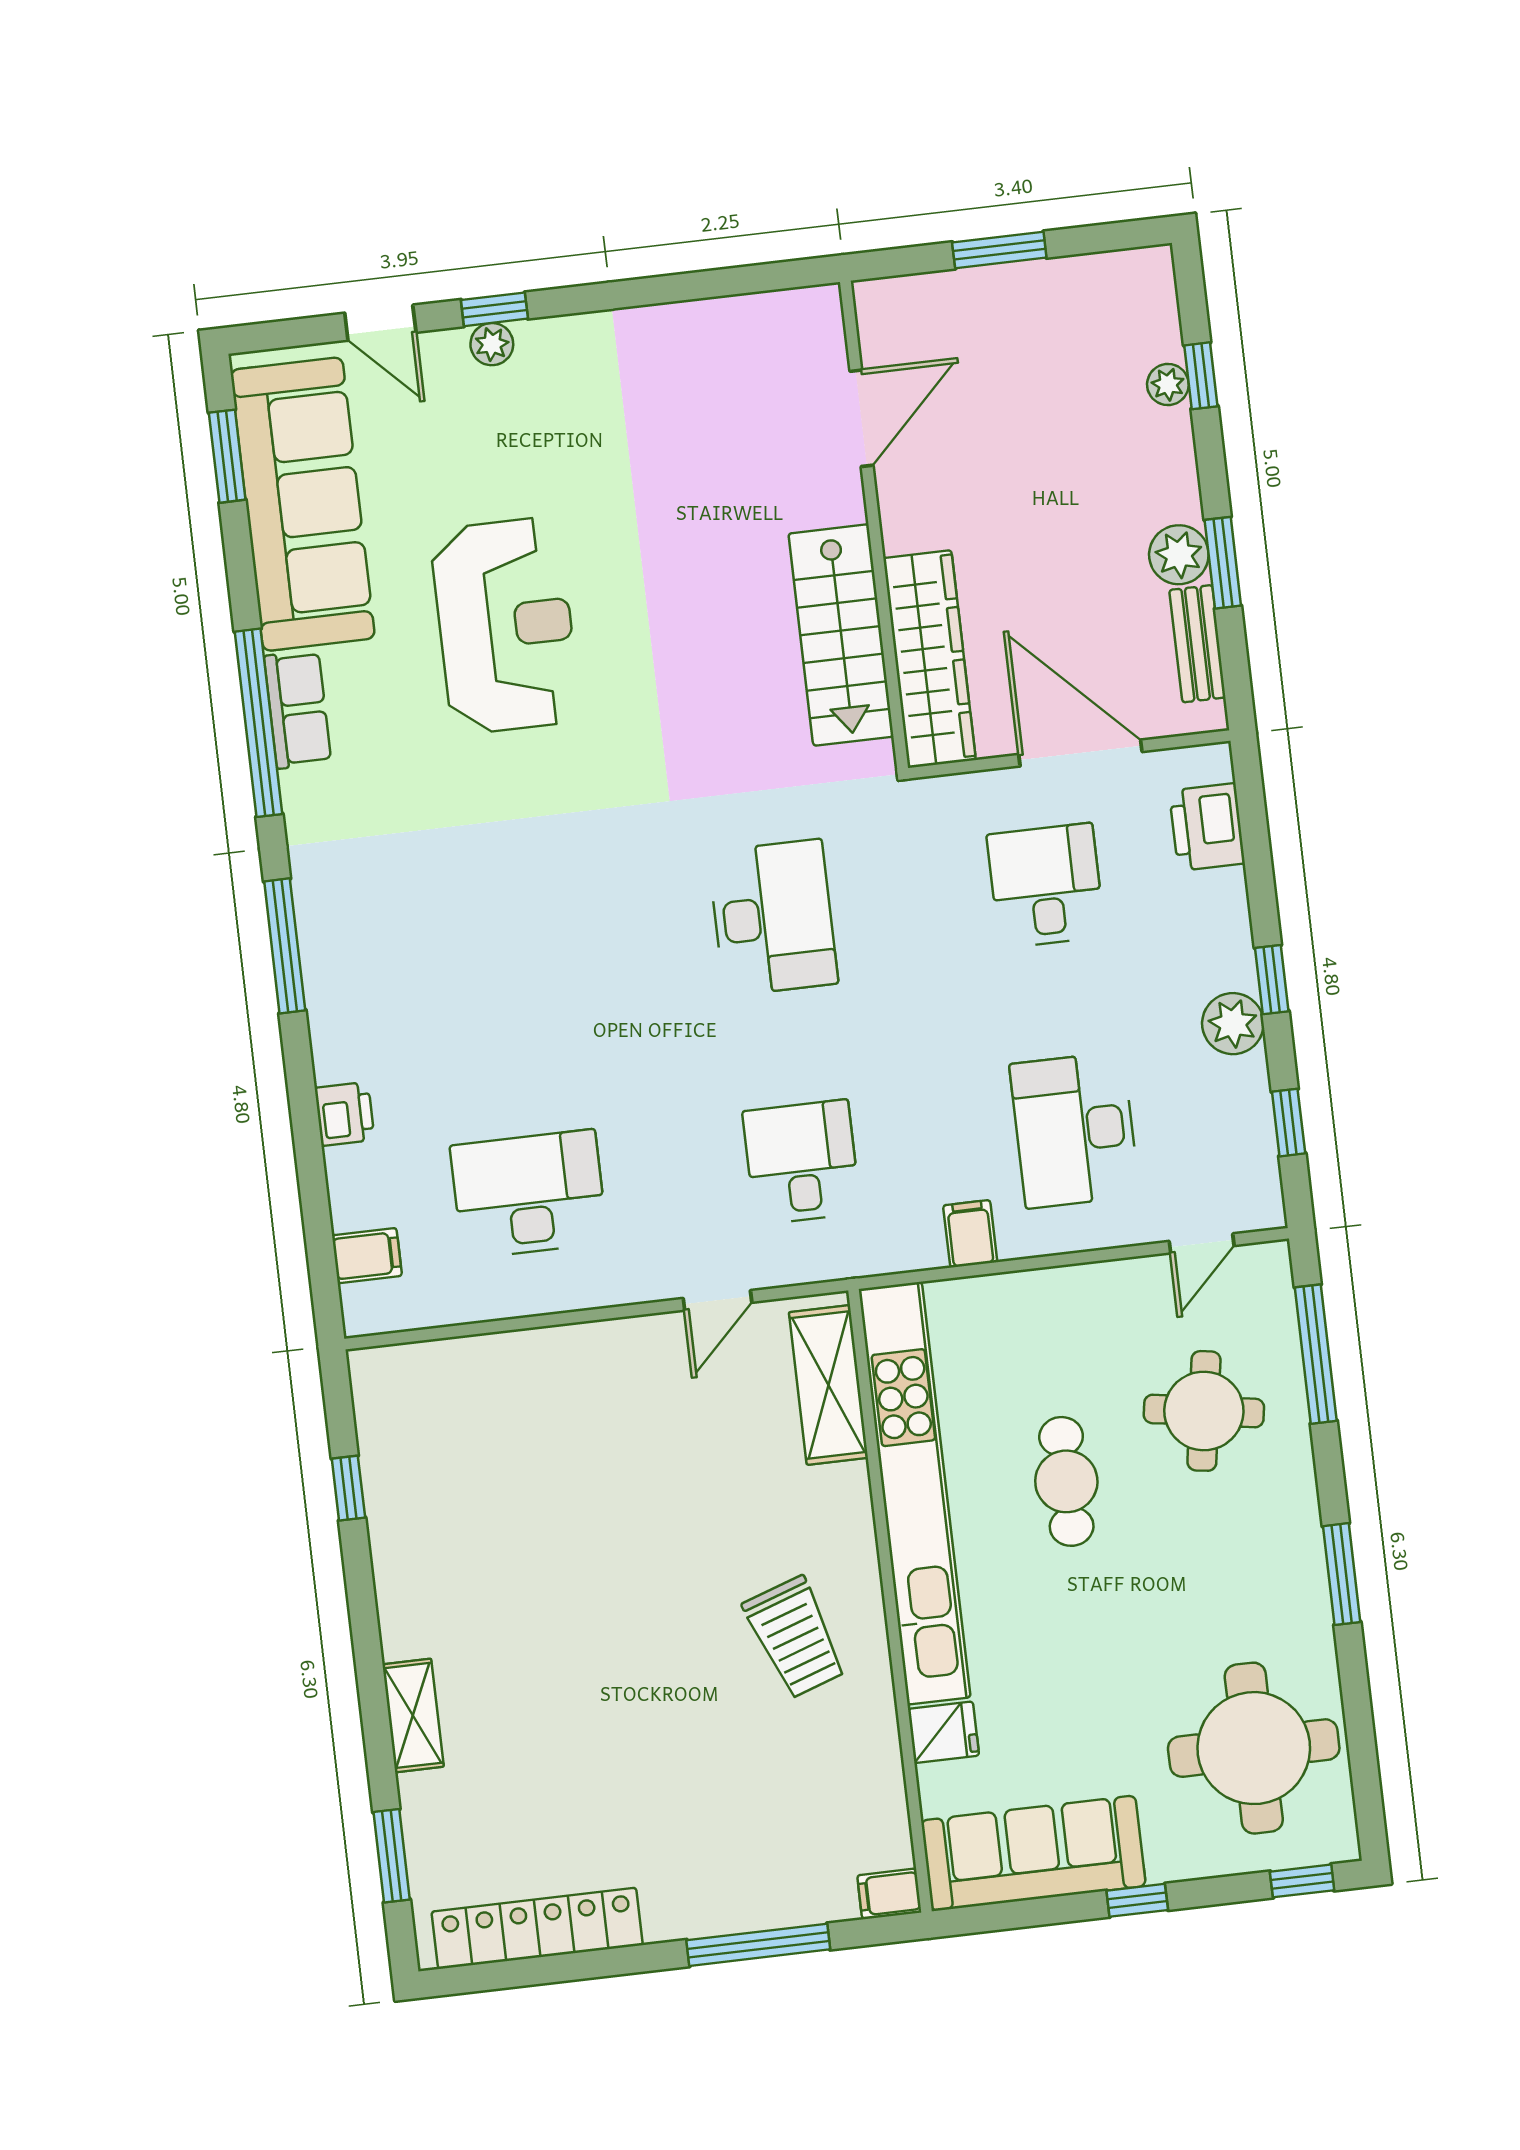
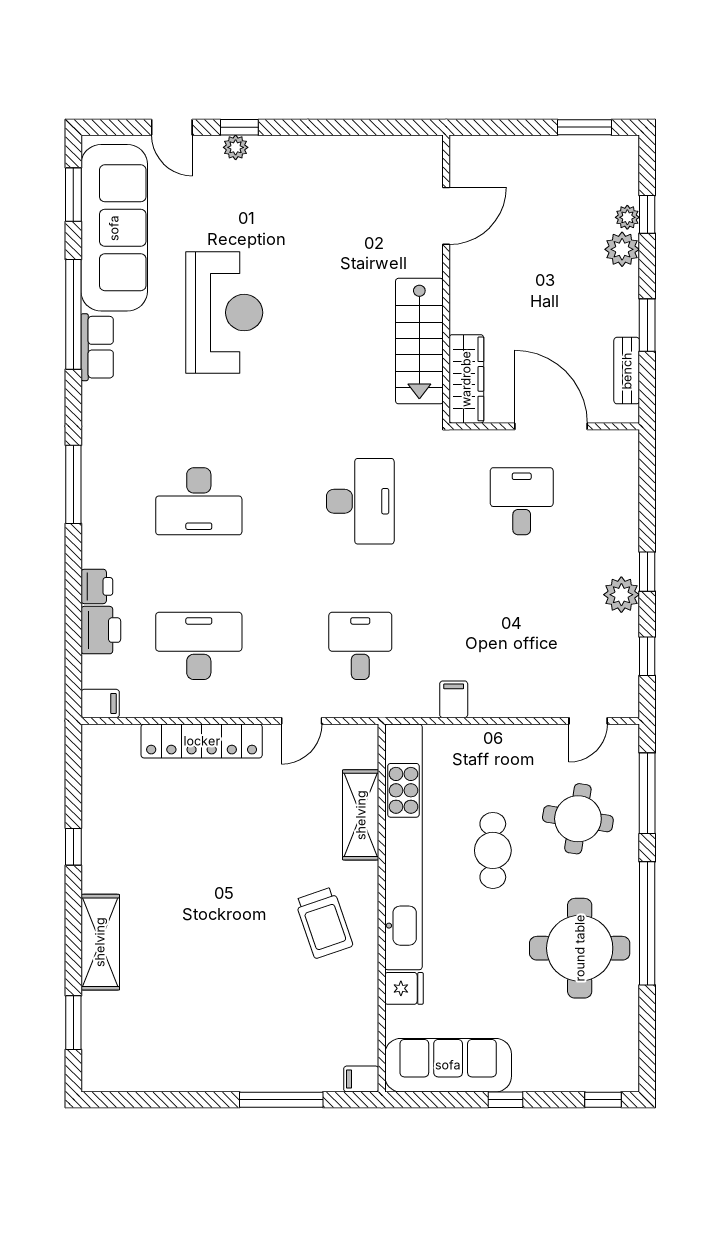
window: (999, 250) -> (585, 127), moved
plant: (1179, 555) -> (622, 249), moved
wardrobe: (929, 659) -> (466, 379), width x0.71, depth x0.85
window: (259, 723) -> (73, 314), moved
printer: (1207, 827) -> (101, 630), moved, turned 180
desk: (1075, 1130) -> (199, 501), moved, turned -90
filing cabinet: (367, 1256) -> (100, 703), moved
shelving: (828, 1385) -> (361, 815), moved
window: (348, 1488) -> (73, 847), moved
window: (1342, 1574) -> (647, 923), width x2.11
shelving: (413, 1715) -> (100, 942), width x1.50, depth x1.33
round table: (1254, 1748) -> (580, 948), moved
locker: (537, 1928) -> (202, 741), moved, turned 180

